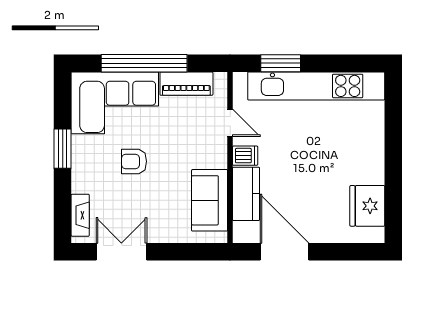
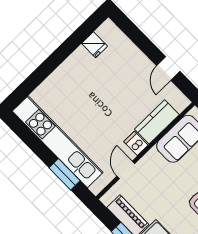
fridge: (367, 206) -> (95, 45), width x0.53, depth x0.75
door: (284, 252) -> (168, 68), width x0.53

